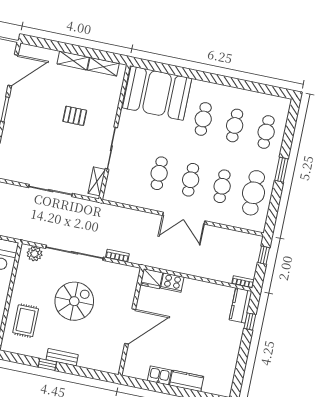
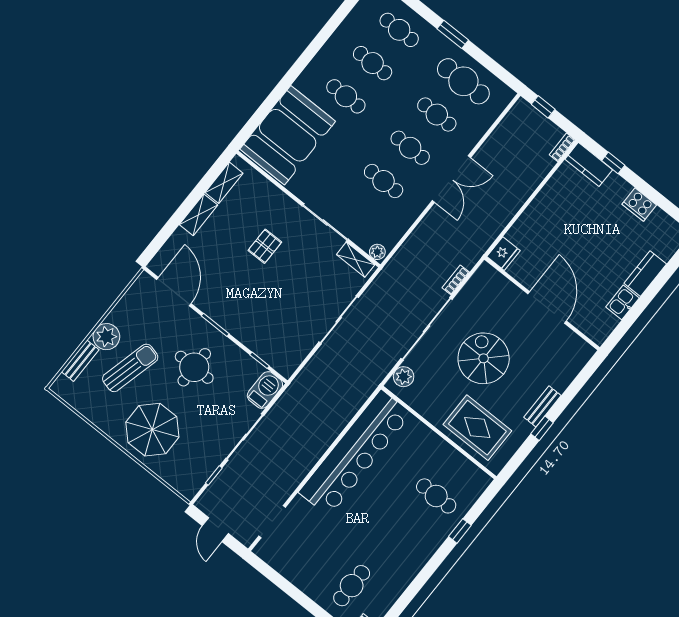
plant: (109, 193) -> (377, 252), added
cooker: (172, 283) -> (639, 205), moved, turned 90
rug: (26, 321) -> (477, 428), width x1.36, depth x1.43

